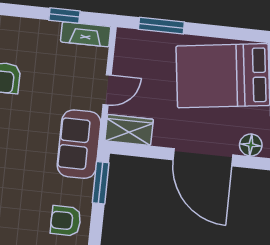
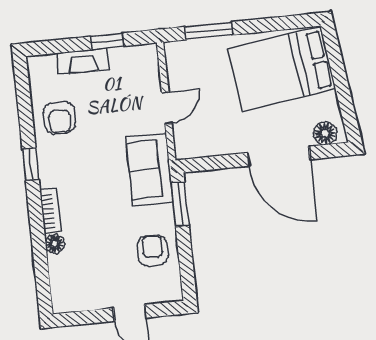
fireplace: (86, 34) -> (83, 61), moved
wardrobe: (129, 130) -> (198, 144), removed
armchair: (66, 221) -> (153, 250), turned 90

